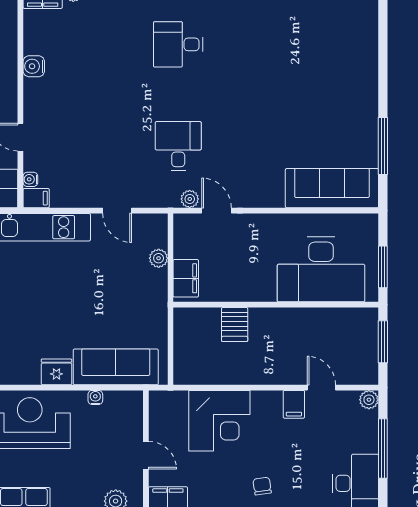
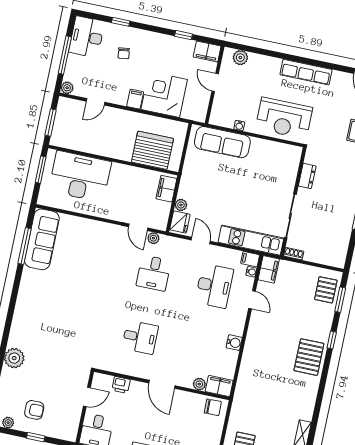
desk: (82, 146) -> (214, 286), added
sofa: (332, 188) -> (42, 239), moved, turned -90
server rack: (235, 325) -> (152, 150), width x2.18, depth x1.44
fridge: (56, 372) -> (180, 222), moved, turned -90
door: (321, 388) -> (95, 102), hinge flipped
filing cabinet: (294, 404) -> (135, 99), moved
chair: (262, 486) -> (124, 53), moved

